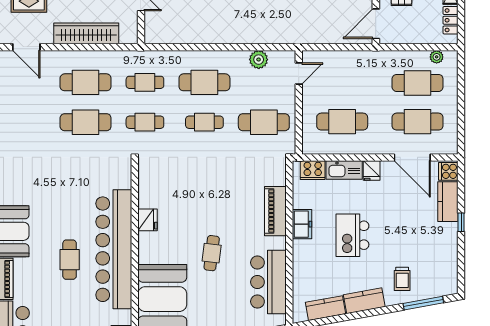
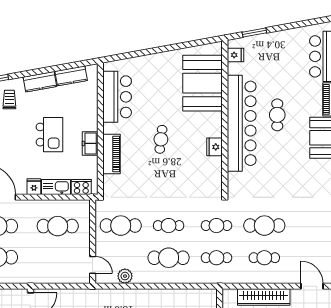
door: (299, 73) -> (93, 265), swing flipped
cafe table: (86, 82) -> (264, 258), width x0.73, depth x0.74
cafe table: (212, 253) -> (161, 139), moved

